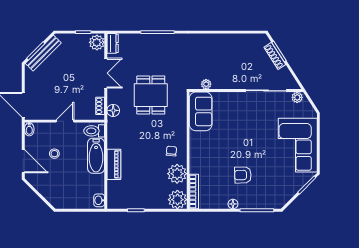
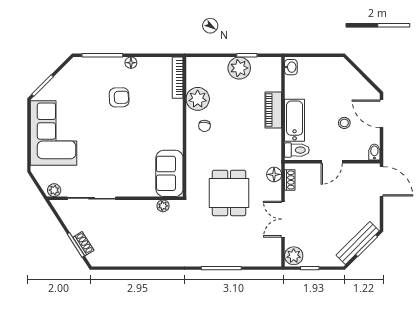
dresser: (113, 43) -> (275, 255), removed
shoe rack: (275, 56) -> (83, 244), width x0.70
plant: (177, 200) -> (239, 68), moved

